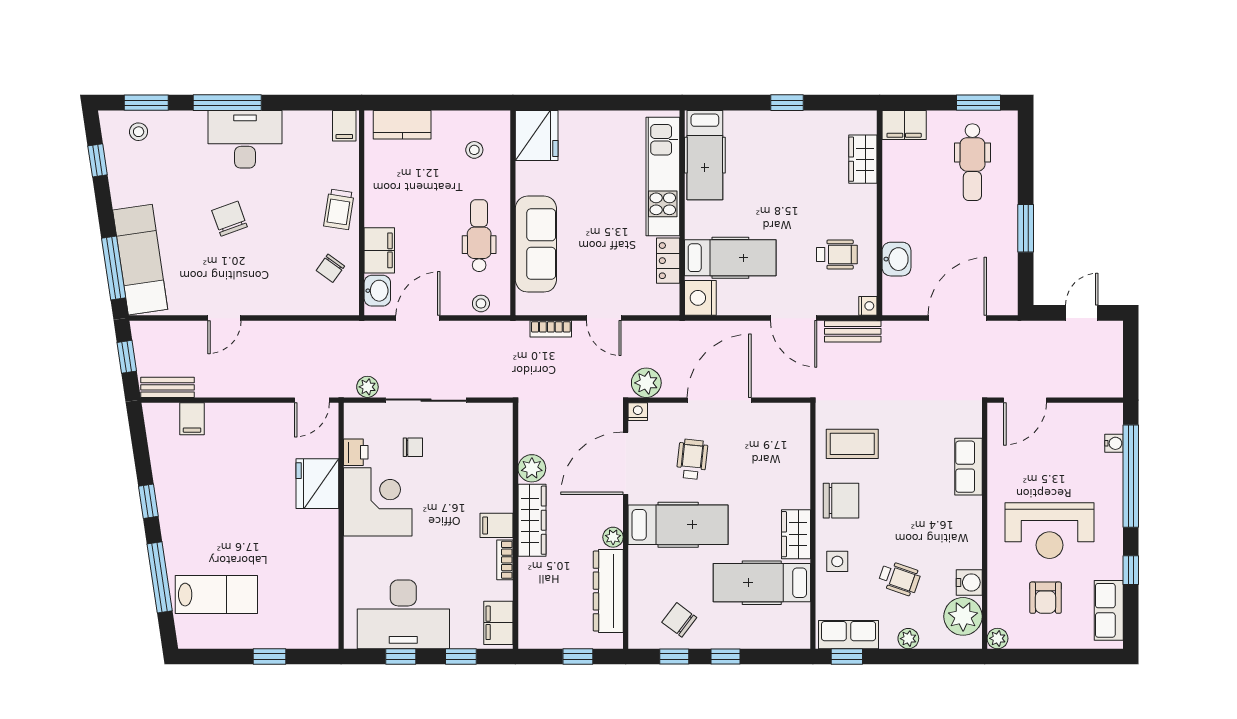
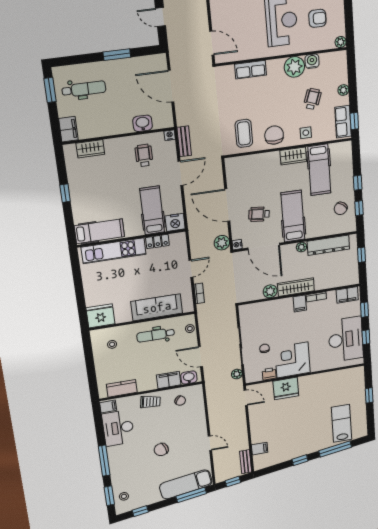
kitchen counter: (402, 125) -> (122, 388), moved, turned -90
desk: (245, 139) -> (118, 428), moved
plant: (963, 616) -> (294, 67), moved

